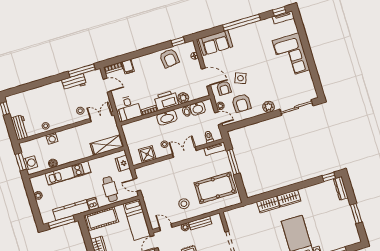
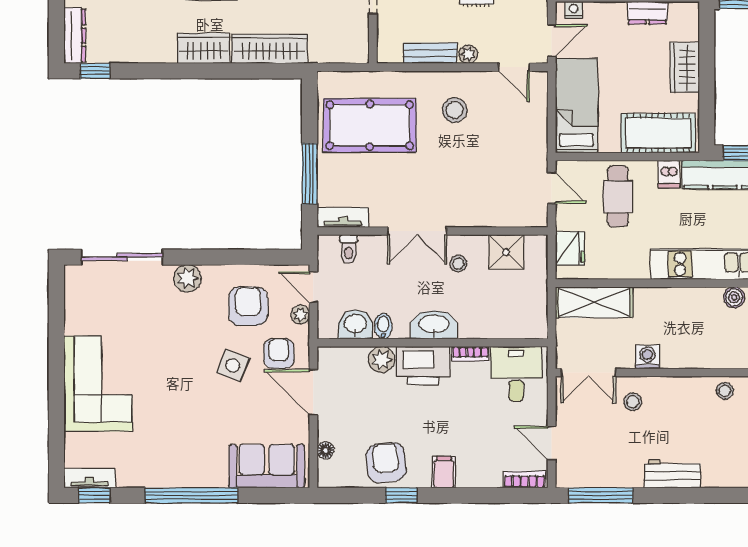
window: (178, 42) -> (401, 495), moved
filing cabinet: (128, 67) -> (444, 472), moved
workbench: (74, 82) -> (673, 473), moved
washing machine: (52, 138) -> (647, 357), moved
wardrobe: (268, 204) -> (270, 49), width x1.50

